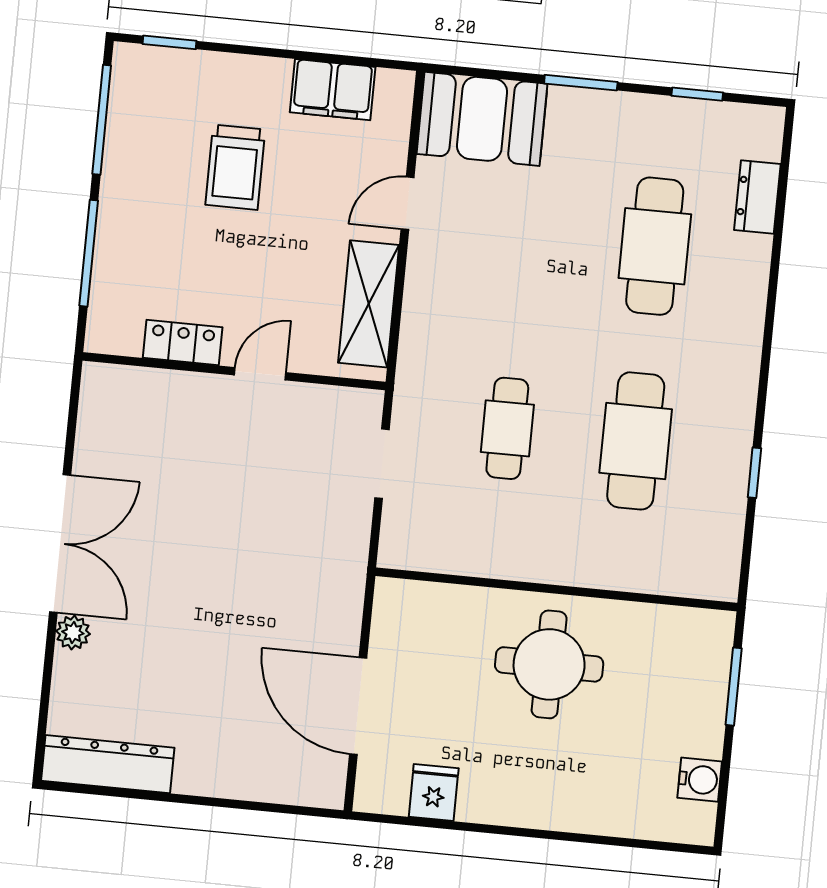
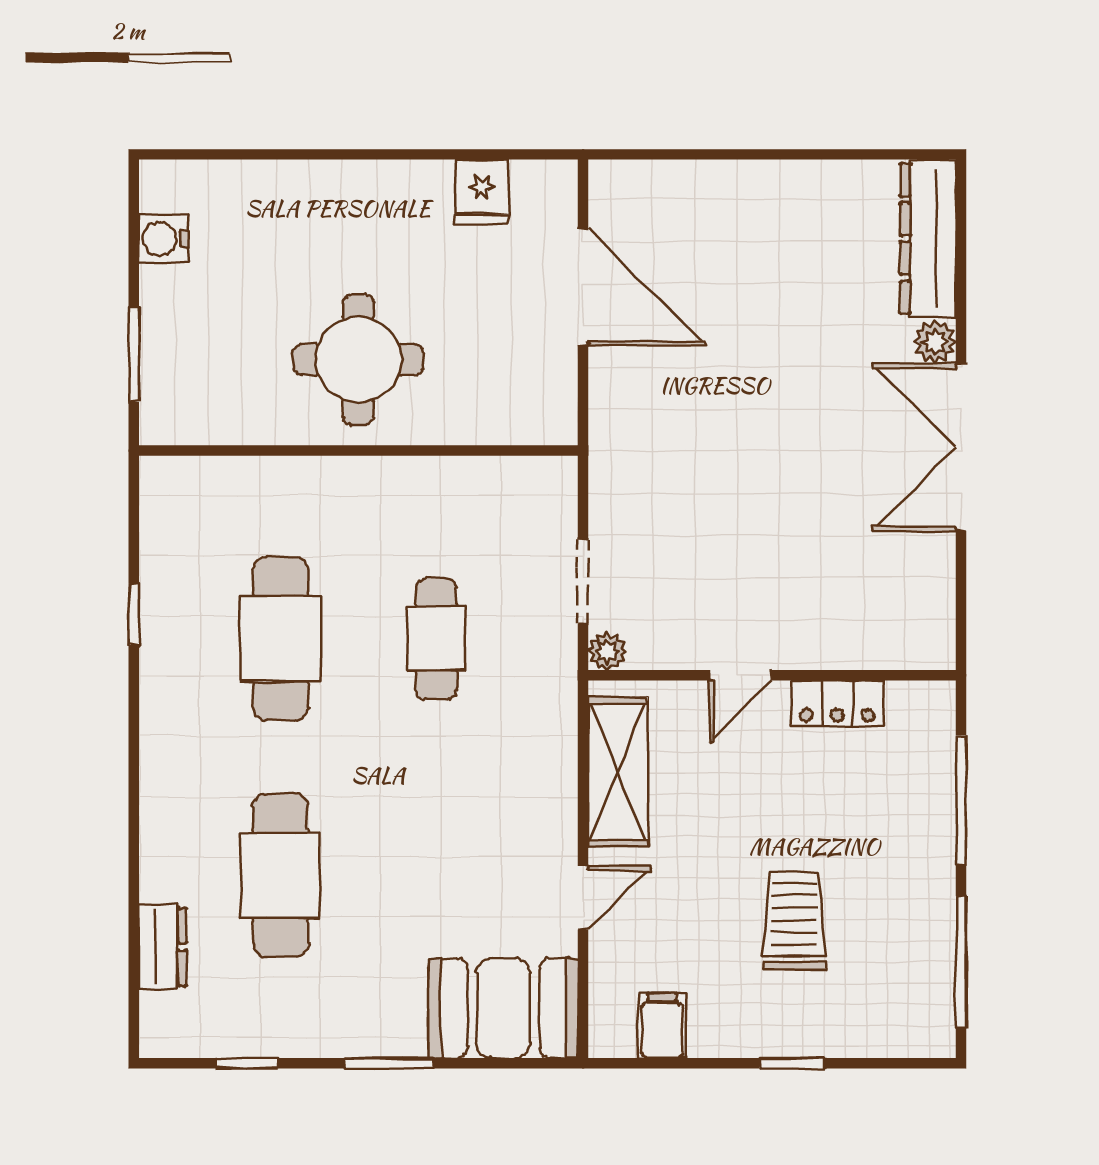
window: (170, 42) -> (792, 1063), moved
filing cabinet: (333, 90) -> (662, 1026), width x0.50
plant: (368, 404) -> (607, 651), added
dresser: (108, 764) -> (928, 239), moved, turned 90

